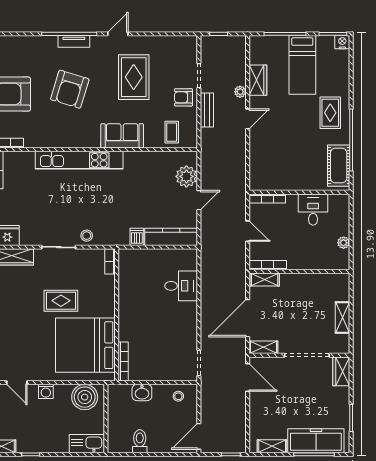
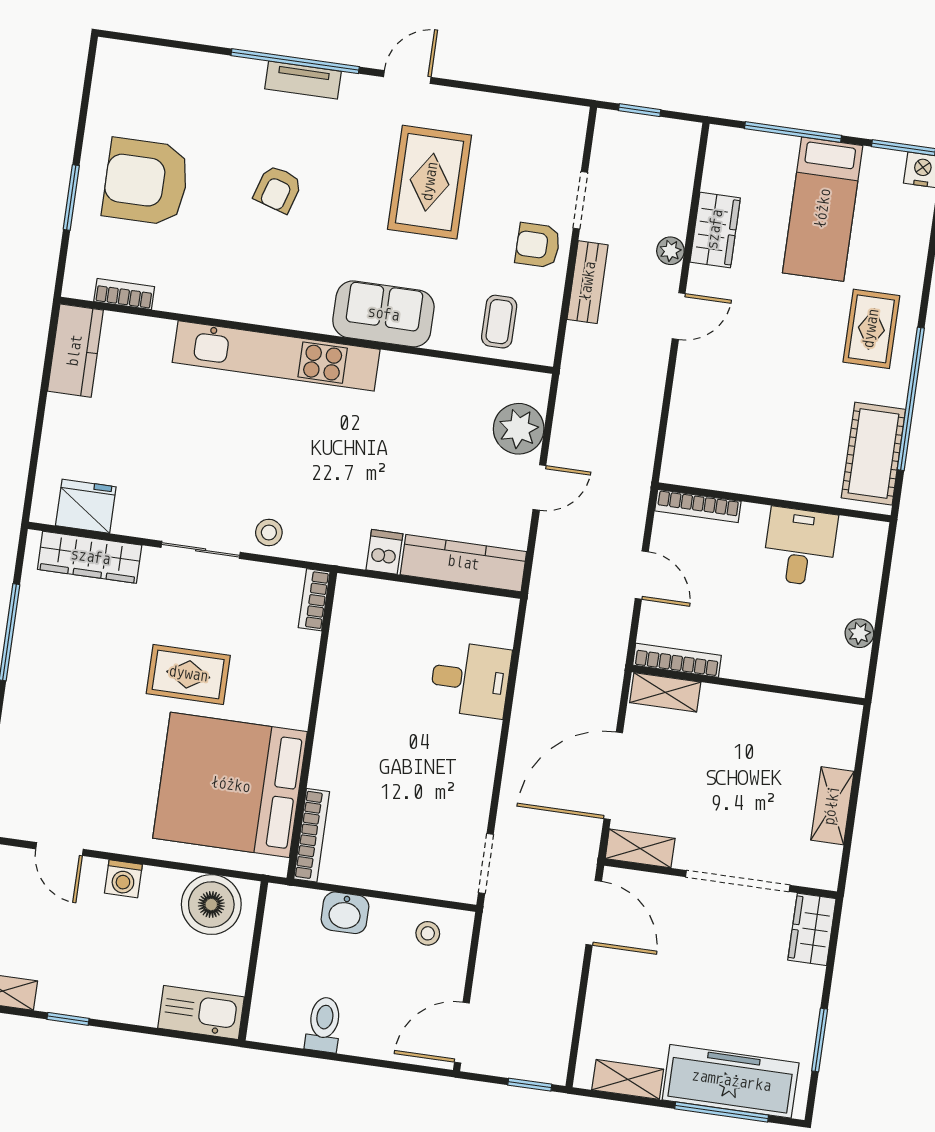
armchair: (70, 89) -> (278, 189), width x0.53, depth x0.53

